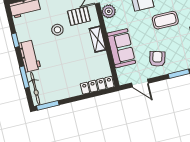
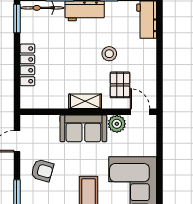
sofa: (121, 48) -> (83, 128), moved
locker: (97, 85) -> (27, 65), moved

